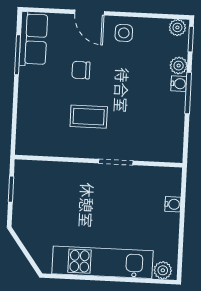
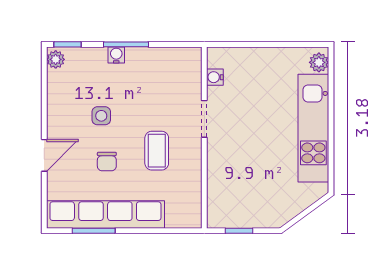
side table: (124, 33) -> (101, 116), moved
row of seats: (33, 39) -> (105, 214), width x2.02
plant: (179, 66) -> (97, 56), removed
water cooler: (173, 204) -> (215, 77), moved, turned -90

